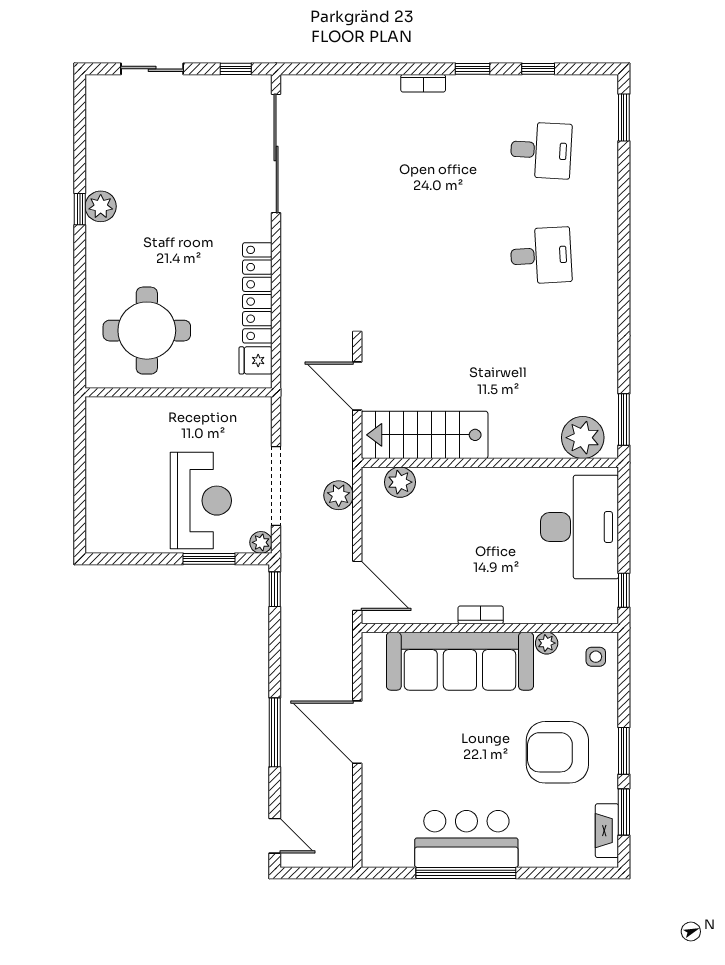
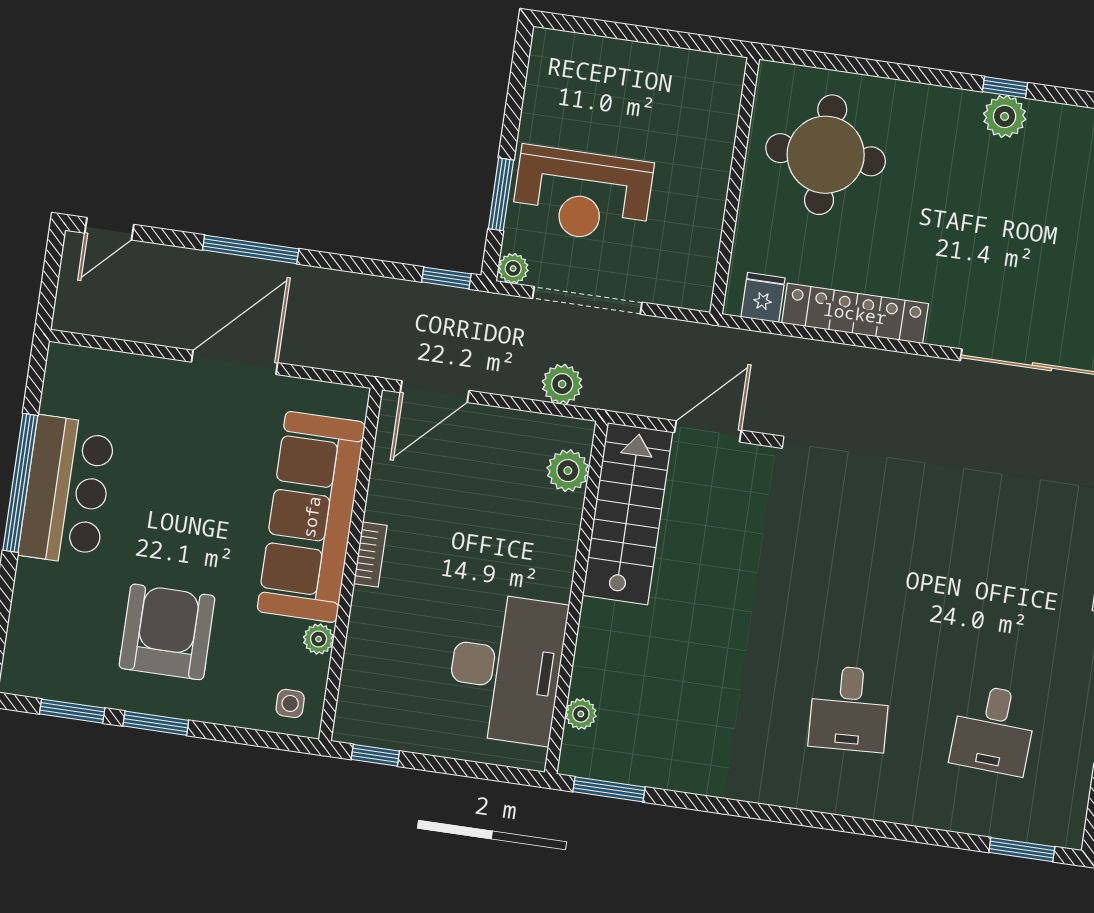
plant: (583, 438) -> (581, 714), width x0.53, depth x0.53
desk: (580, 527) -> (506, 668), moved, turned -90
fireplace: (607, 831) -> (50, 684), removed

